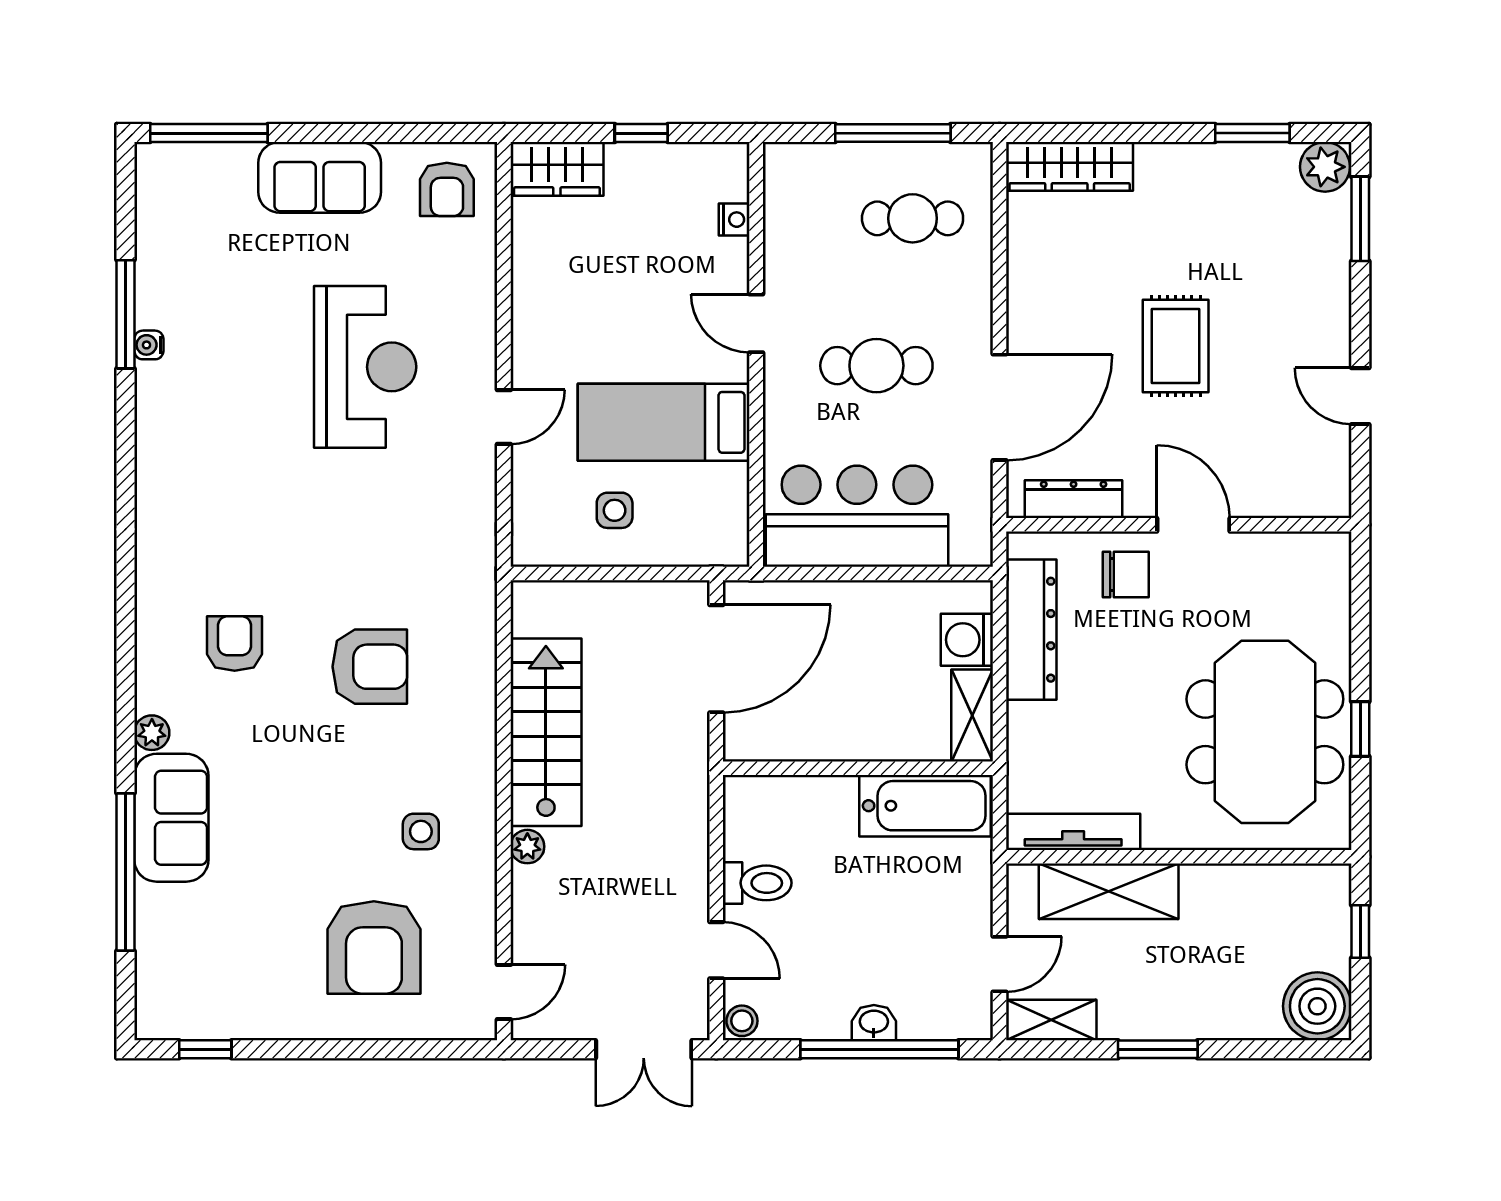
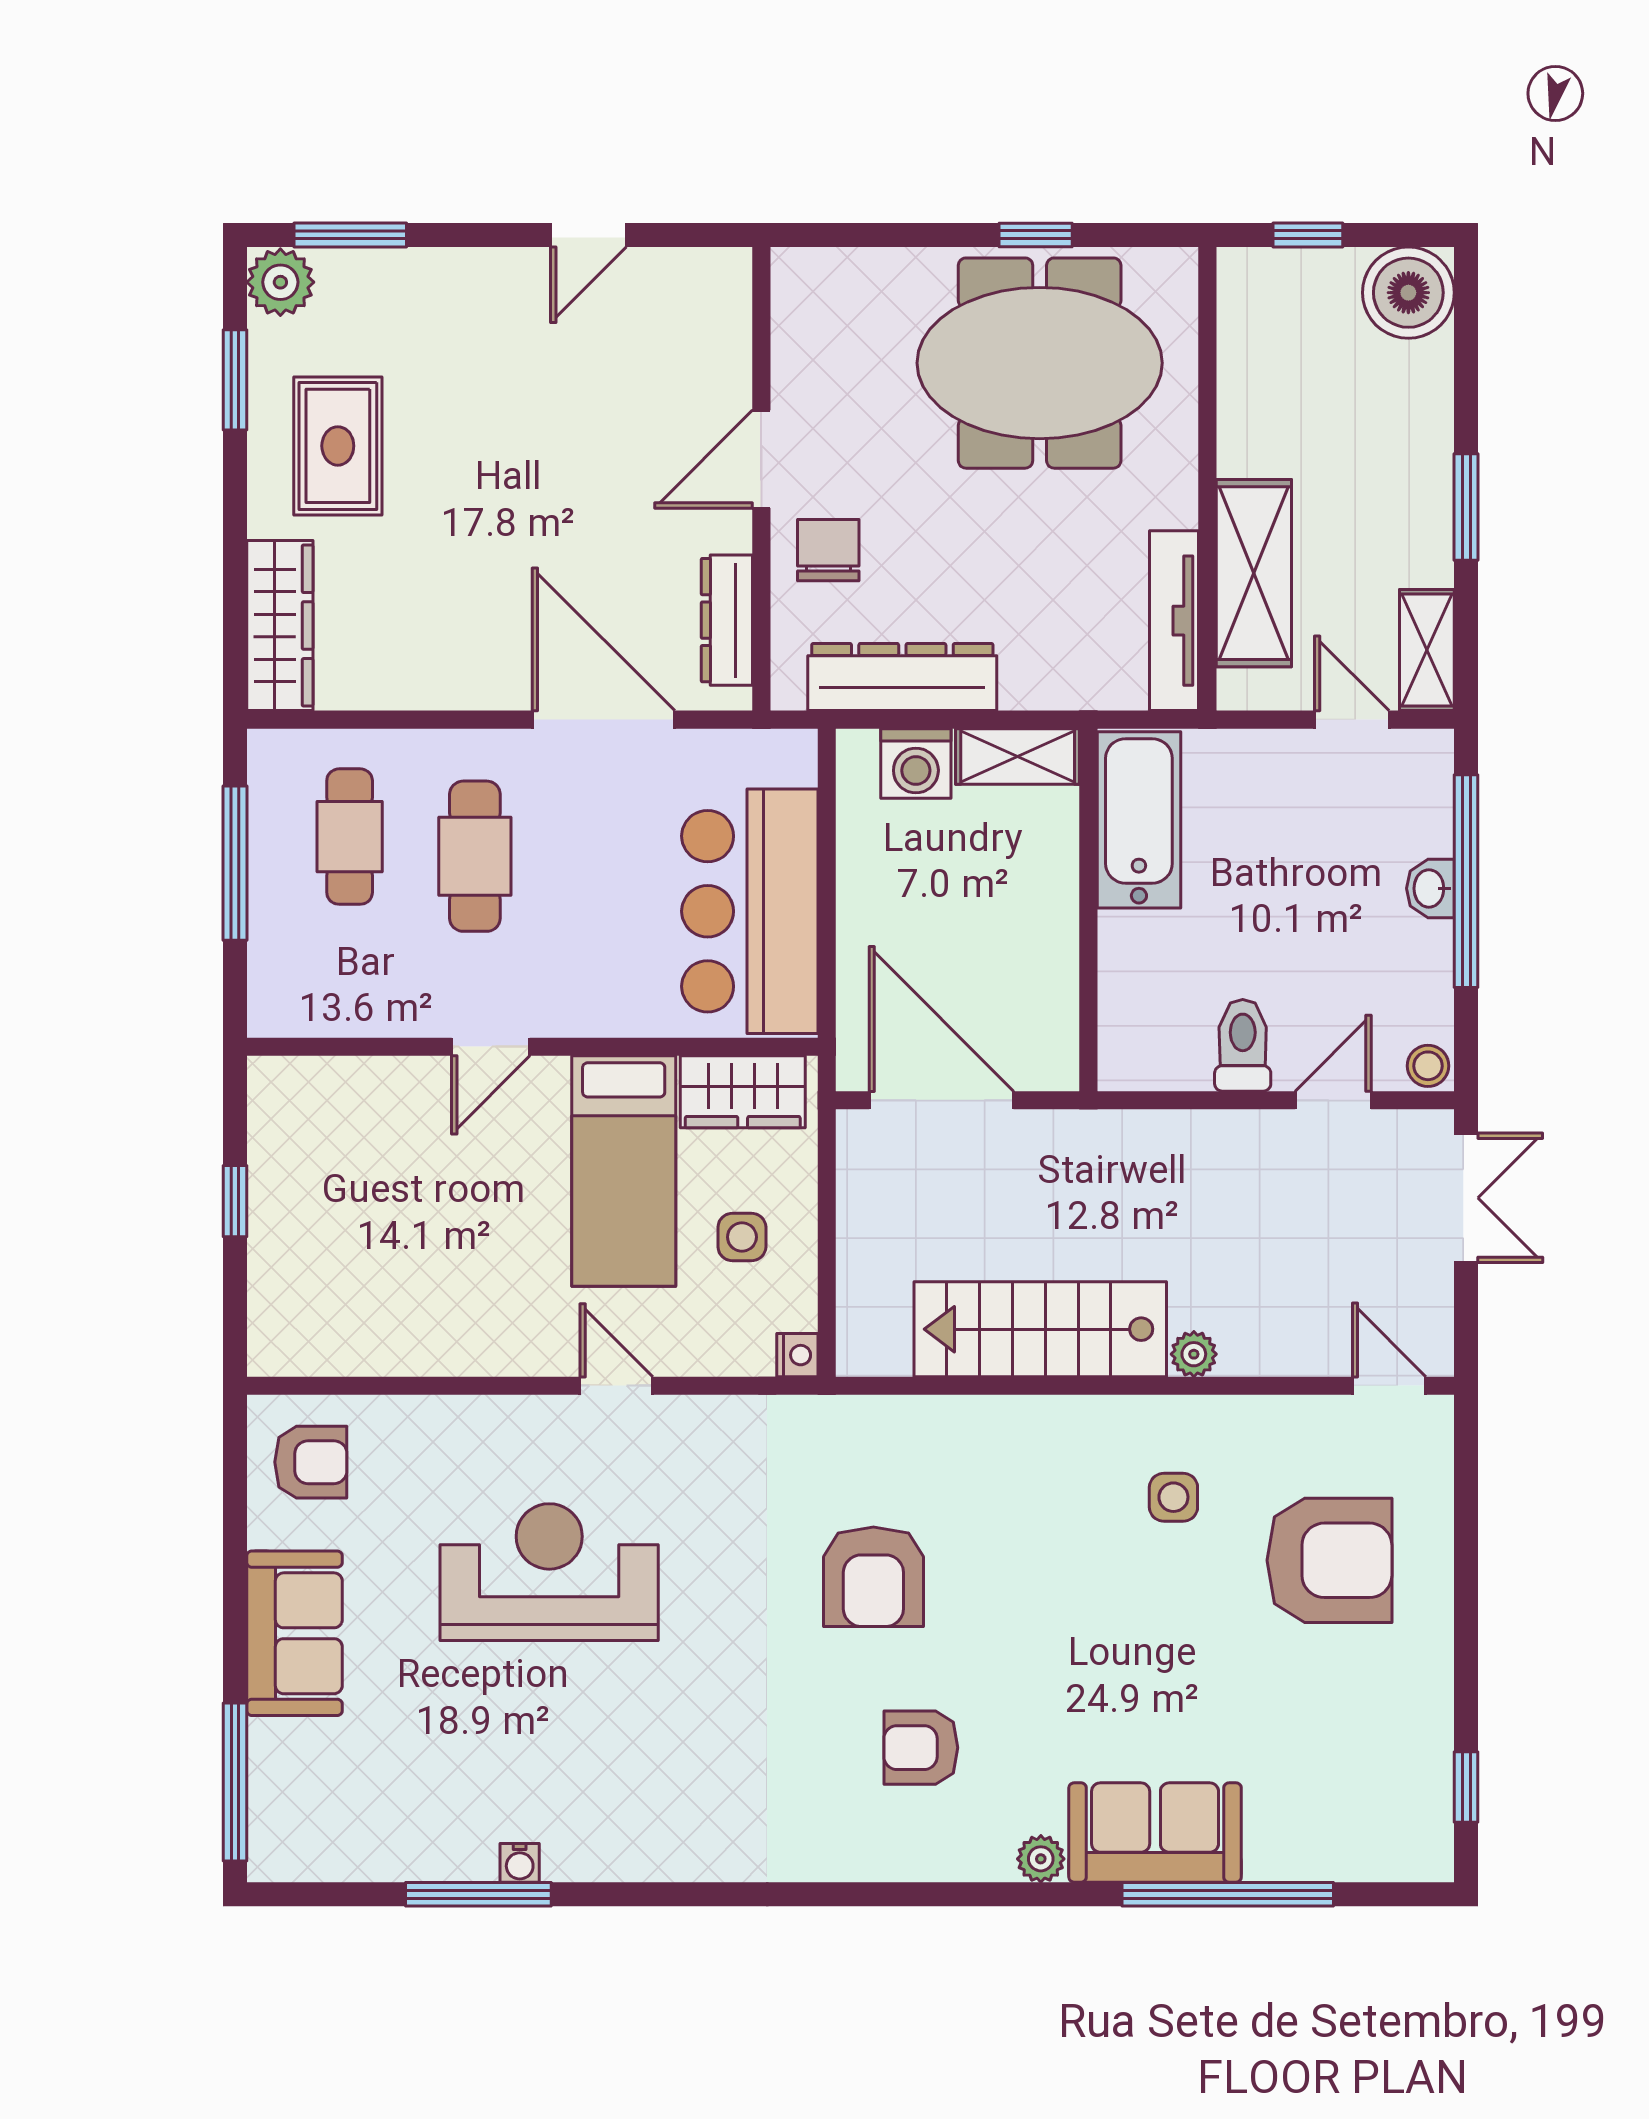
wardrobe: (557, 169) -> (743, 1092), moved, turned 90
nightstand: (734, 220) -> (797, 1355), moved, turned 90
rug: (1176, 346) -> (338, 446), moved, turned 90
cafe table: (876, 366) -> (475, 856), moved
armchair: (370, 667) -> (873, 1577), moved, turned 180

